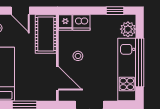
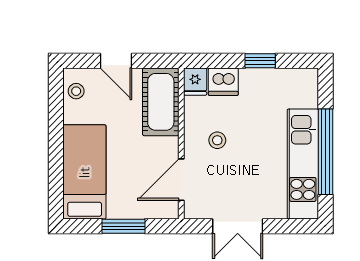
window: (115, 11) -> (260, 61), moved
plant: (128, 29) -> (305, 93), removed
door: (57, 78) -> (181, 180), swing flipped

